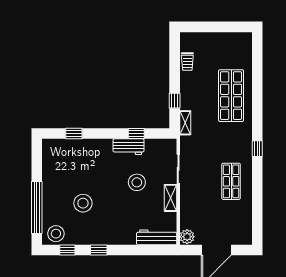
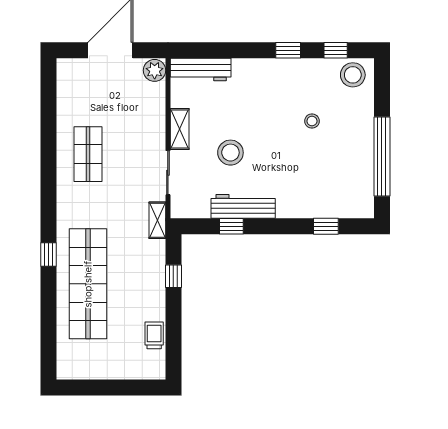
shop shelf: (231, 96) -> (88, 284), width x1.40
shelving: (185, 123) -> (157, 220), moved
workbench: (129, 147) -> (243, 206), width x1.38
window: (257, 149) -> (48, 254), moved
stool: (83, 203) -> (312, 121), width x0.53, depth x0.53
window: (37, 208) -> (382, 157), moved

